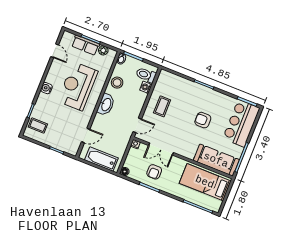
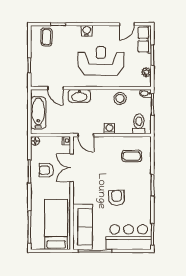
row of seats: (85, 45) -> (145, 40), moved
washing machine: (146, 87) -> (109, 129), moved
washbasin: (106, 104) -> (79, 96), moved
coffee table: (162, 106) -> (132, 156), moved

